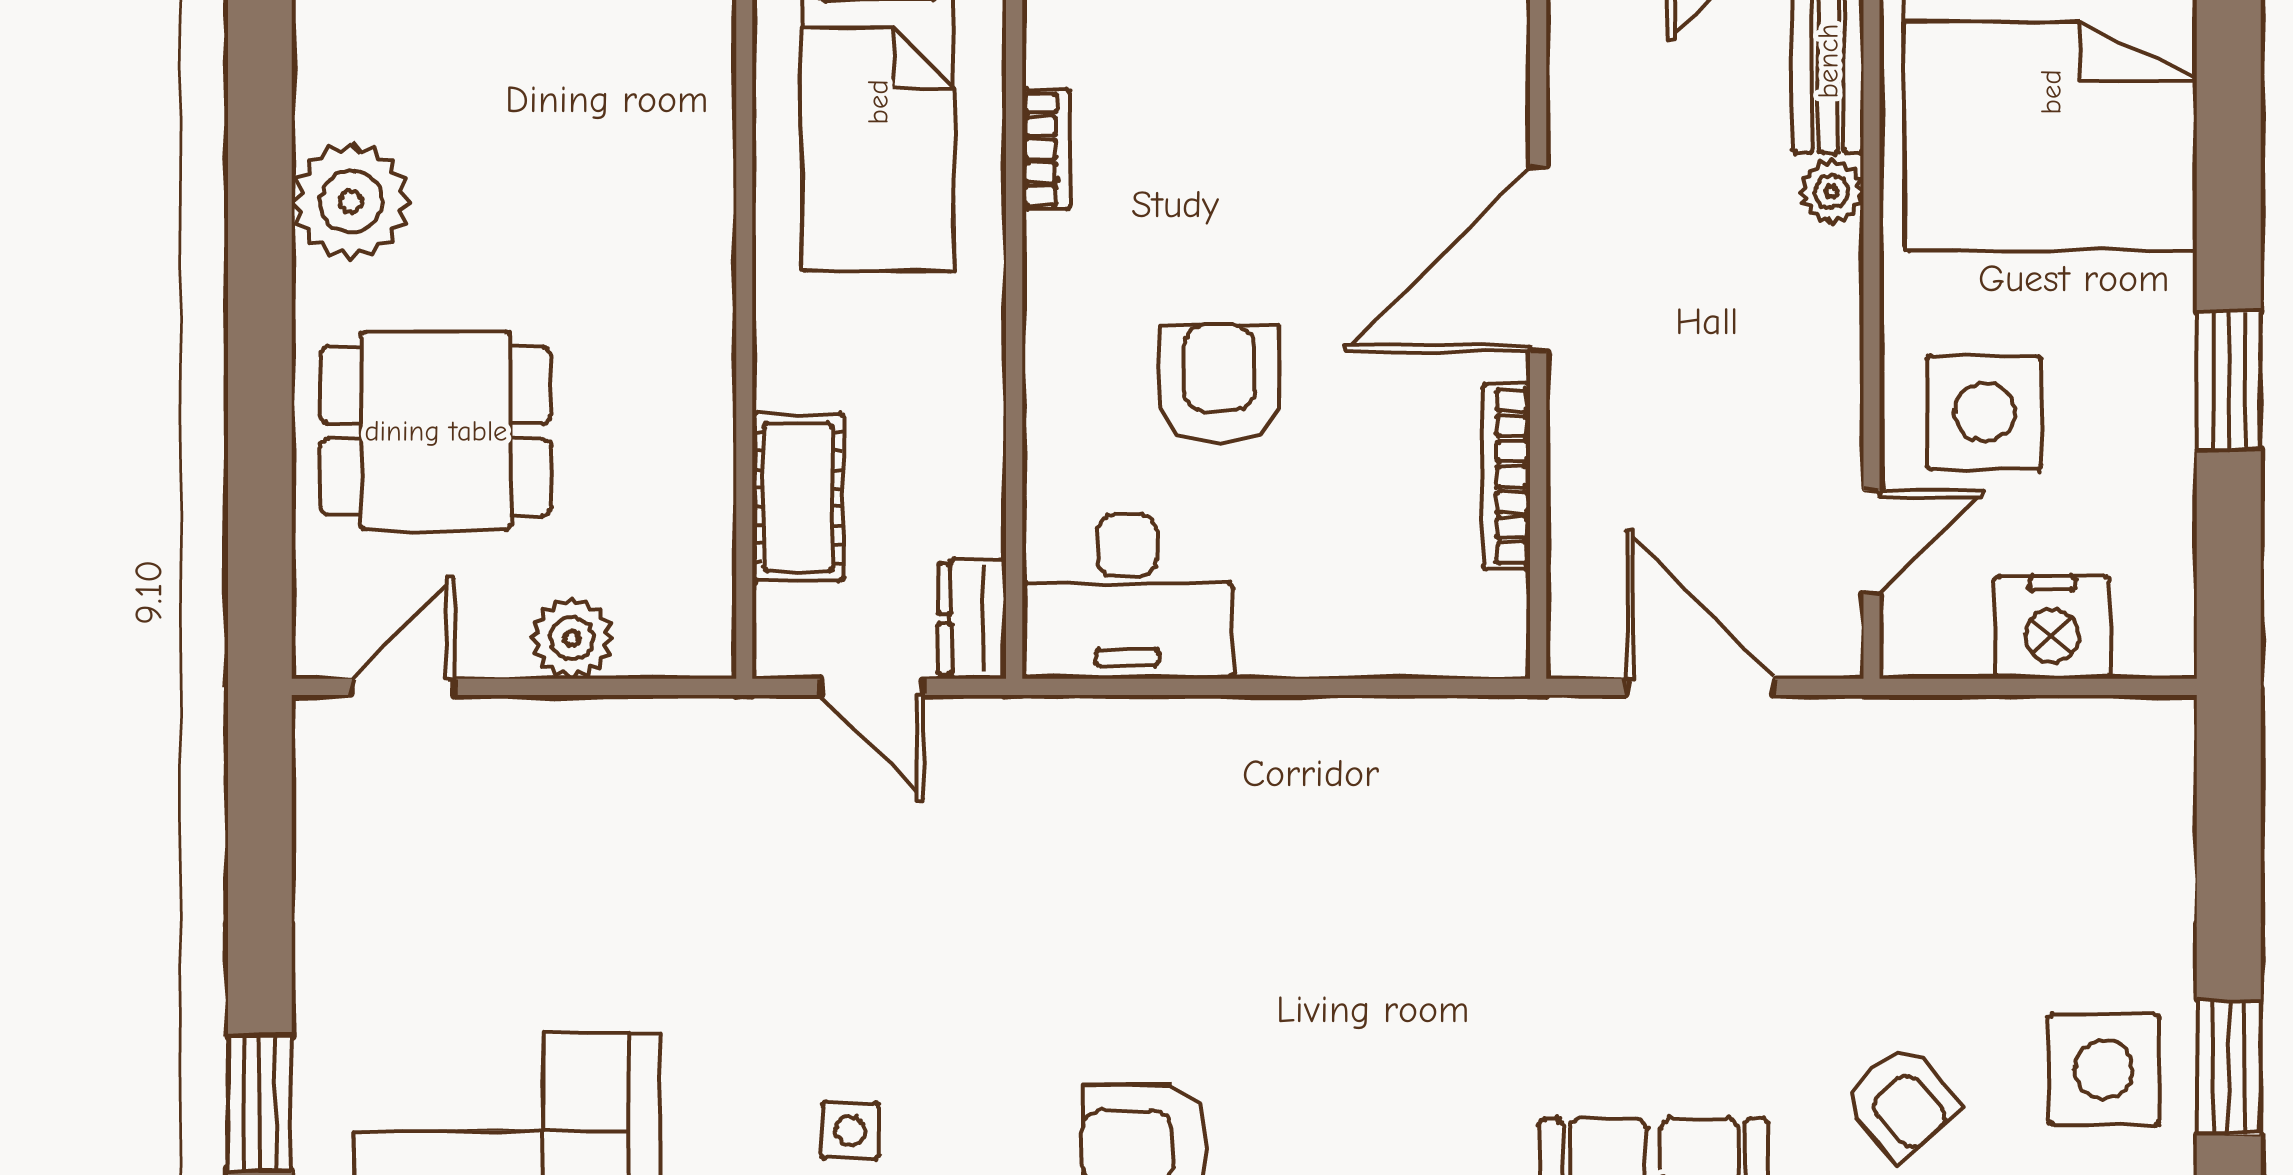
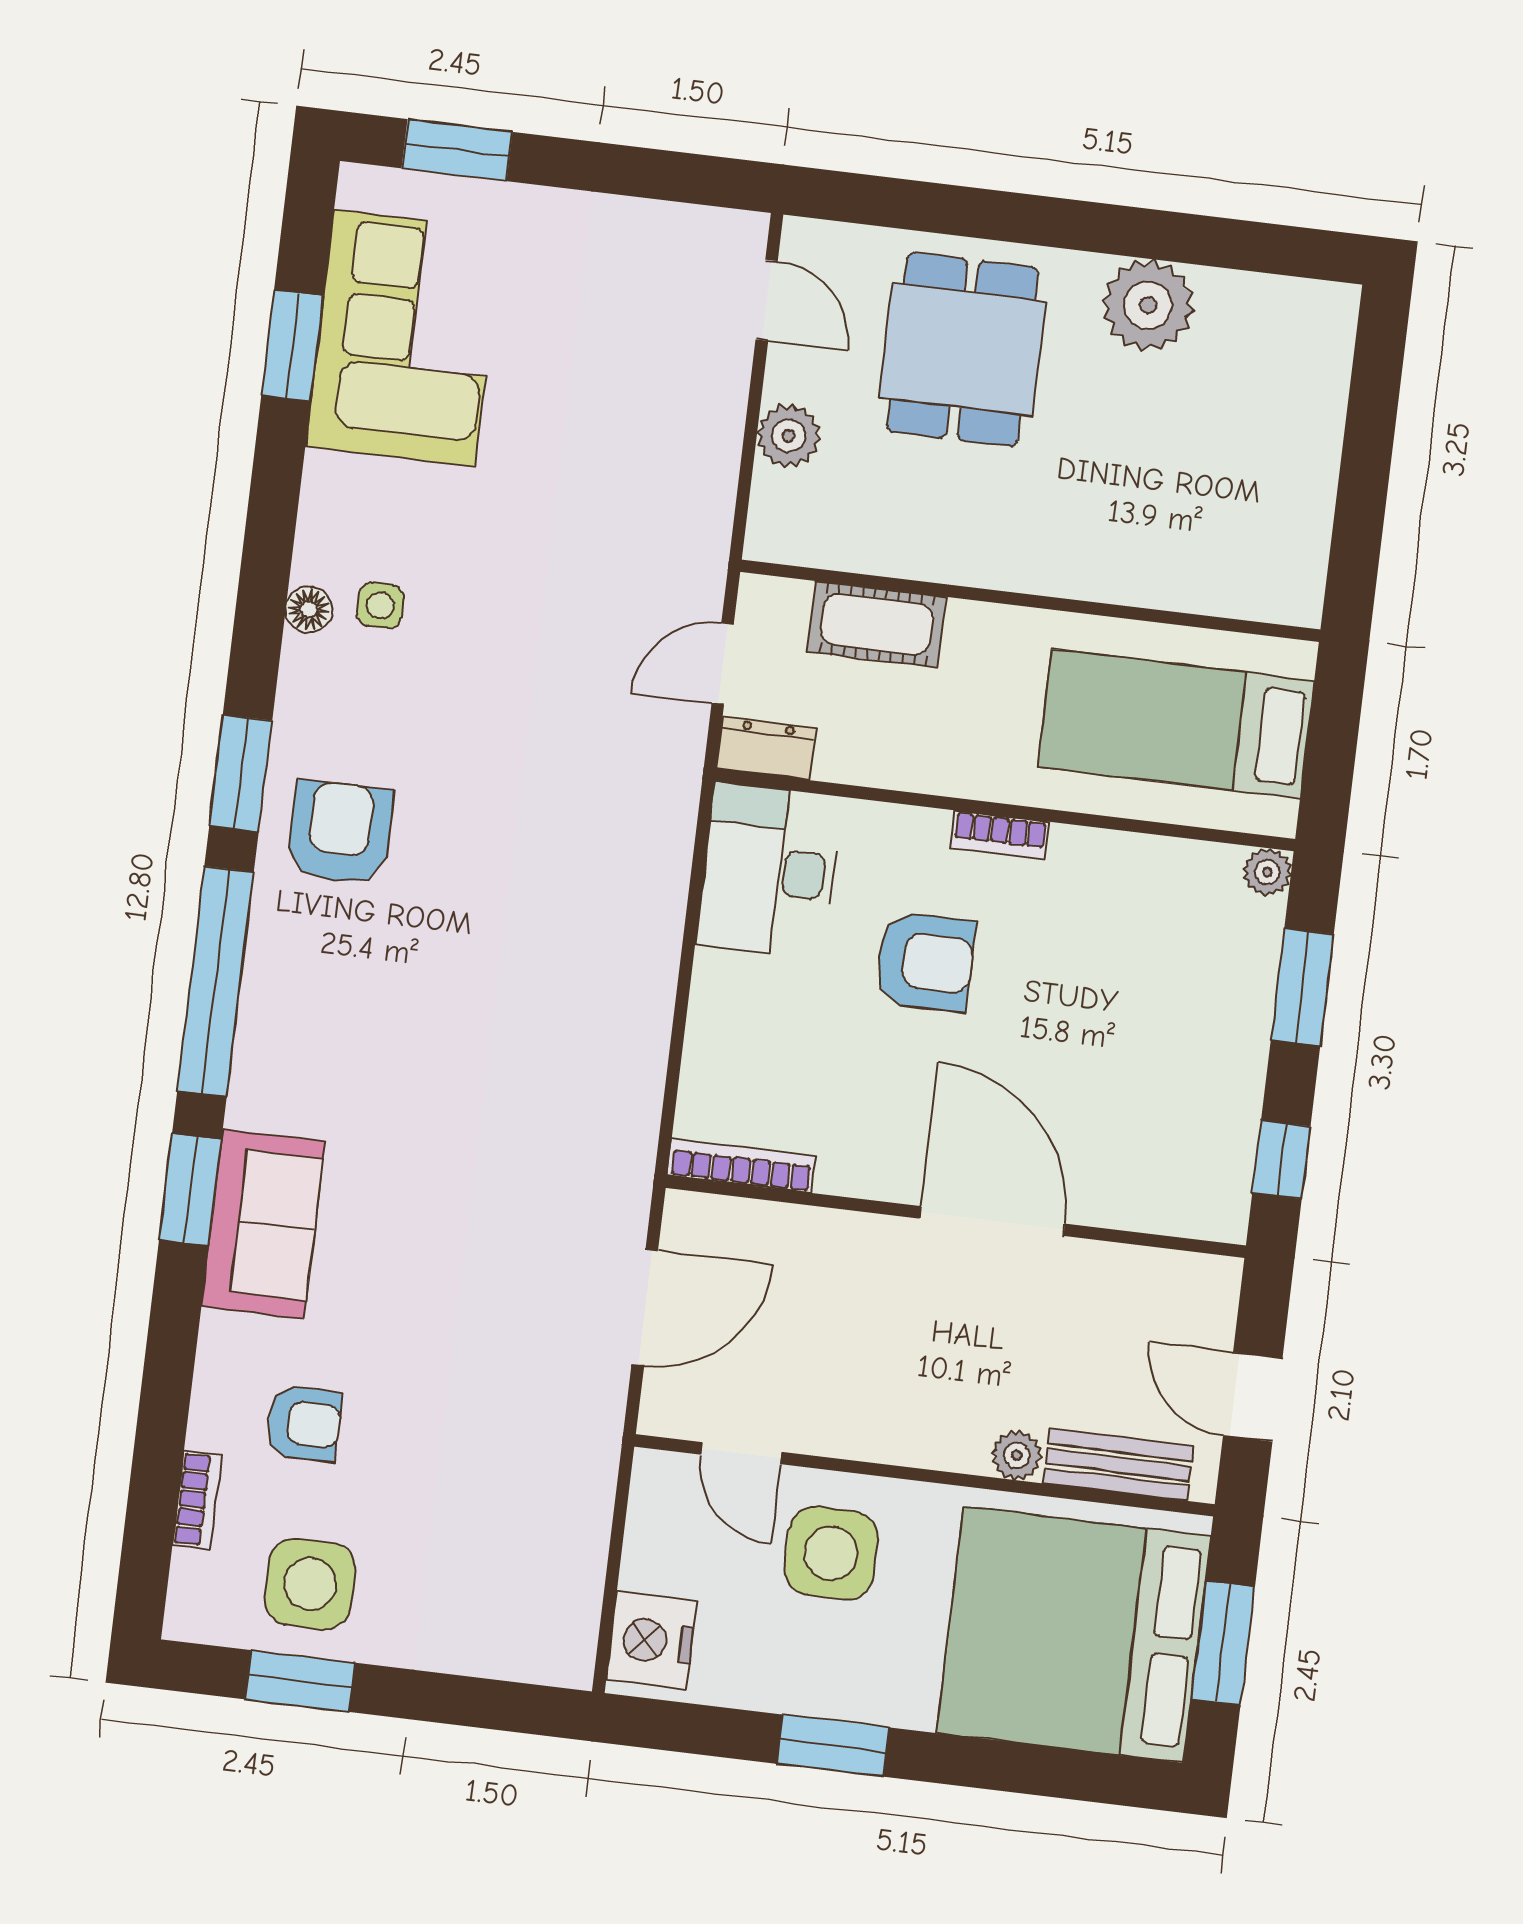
bookcase: (1046, 149) -> (1000, 835), moved
bookcase: (1506, 477) -> (741, 1166), moved
nightstand: (2052, 627) -> (651, 1640), moved
armchair: (1901, 1102) -> (304, 1423), turned -139

